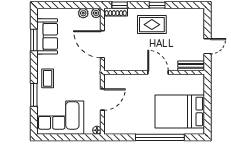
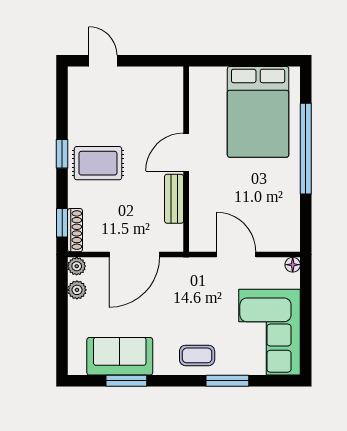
rug: (152, 25) -> (98, 163), turned 90
door: (208, 46) -> (103, 61), moved
bench: (191, 66) -> (174, 199), moved

